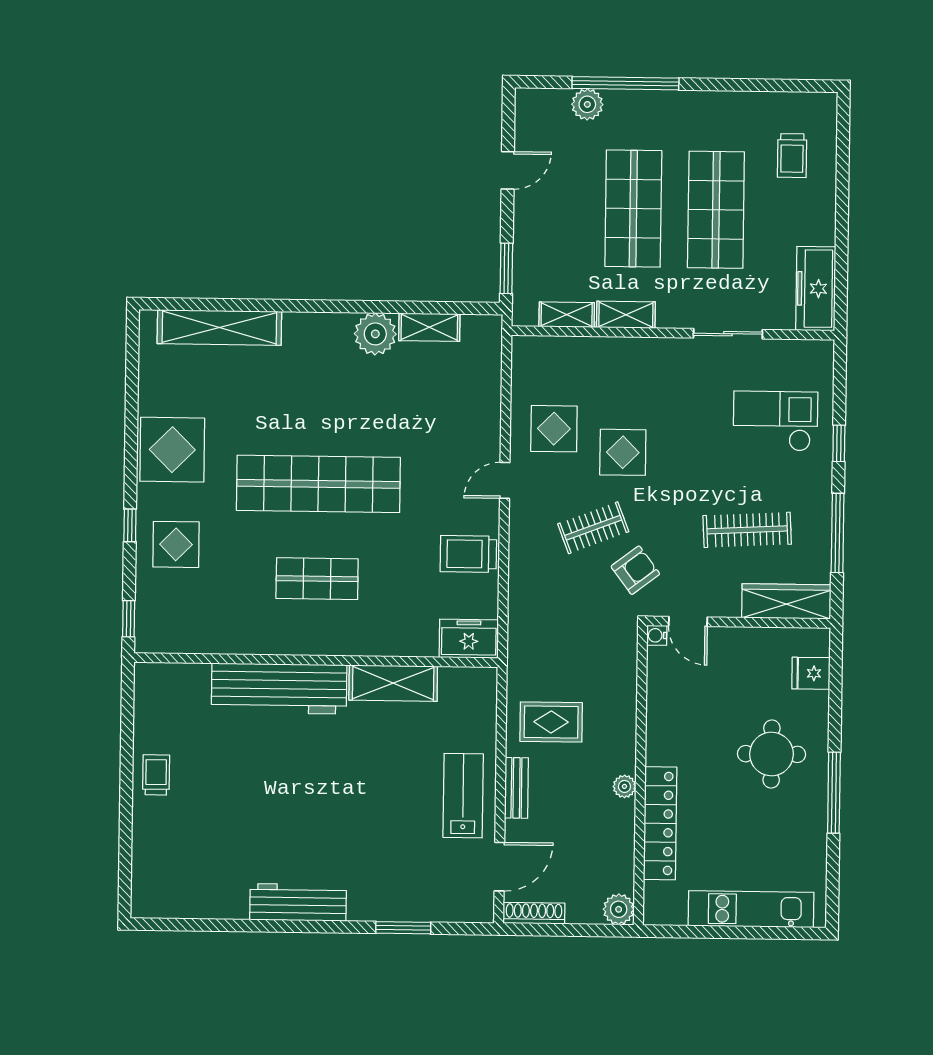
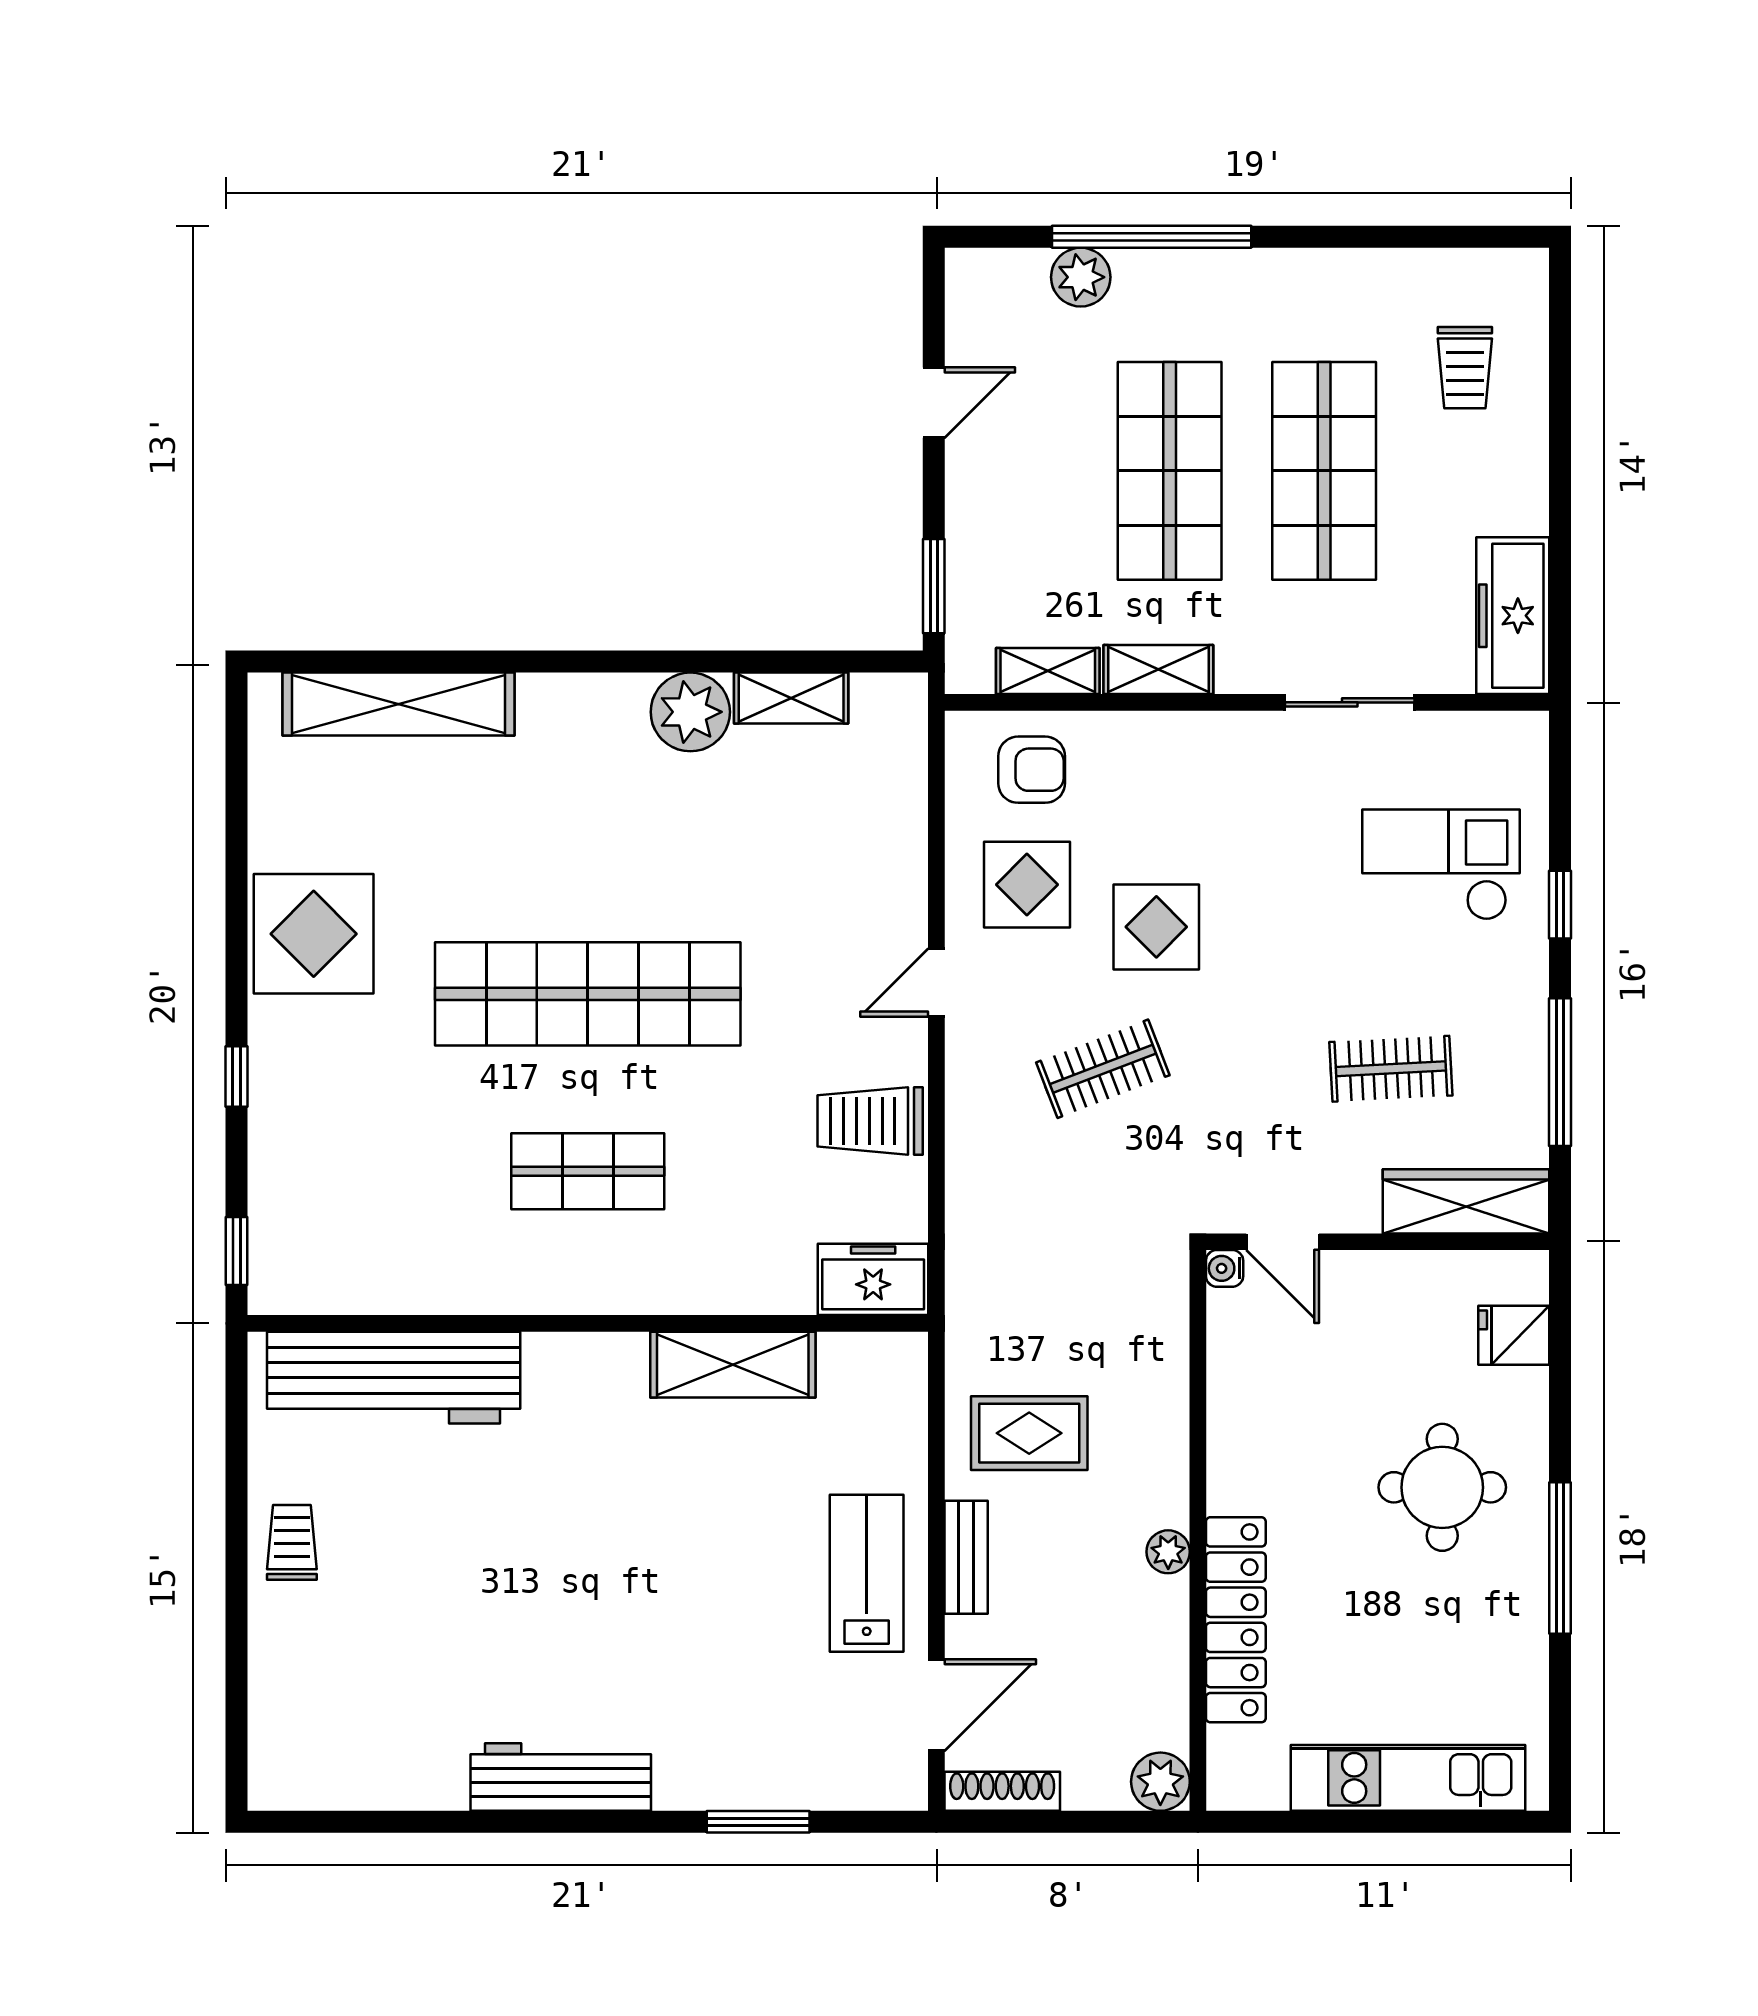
clothes rail: (747, 530) -> (1391, 1069), width x0.73
display table: (176, 544) -> (323, 1111), removed
armchair: (635, 570) -> (1032, 770), moved, turned 37
workbench: (279, 688) -> (394, 1378), moved

